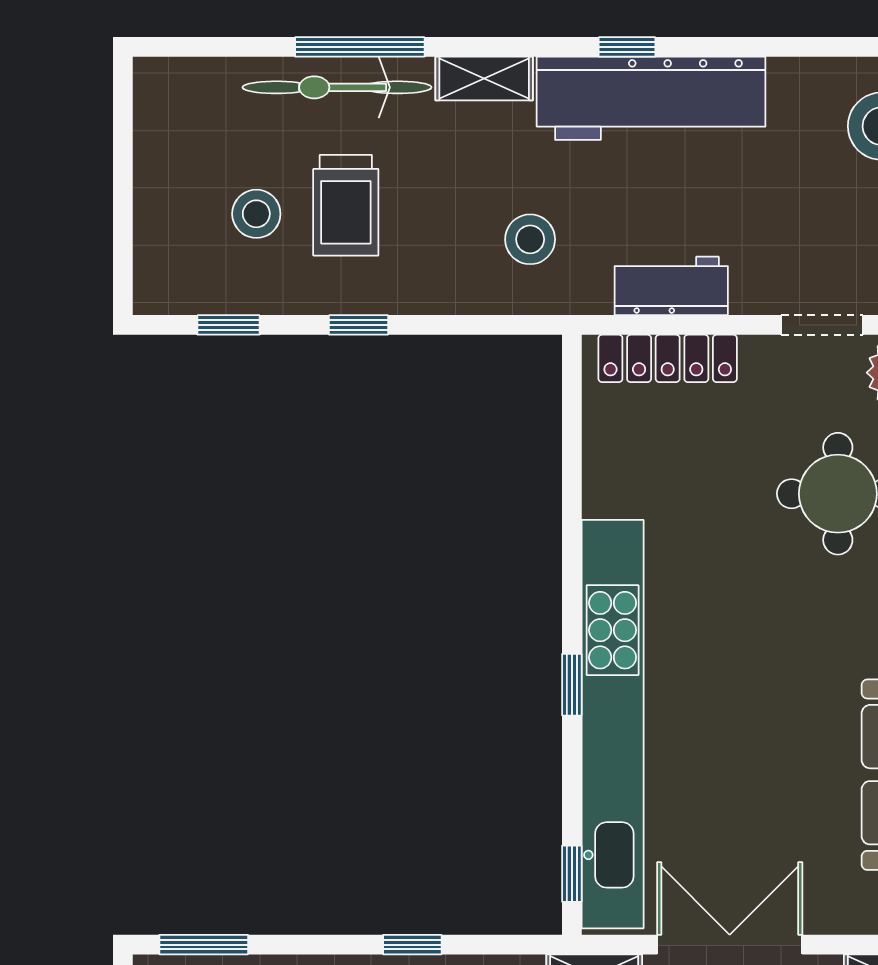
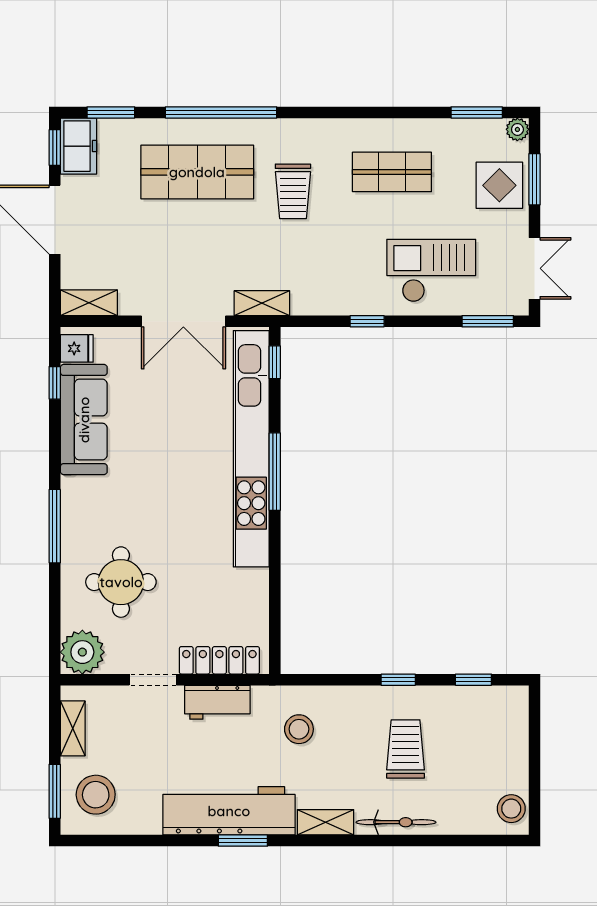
window: (360, 47) -> (397, 841), removed
window: (627, 47) -> (243, 841), width x1.50
bicycle: (337, 87) -> (396, 822), width x0.73, depth x0.71
stool: (256, 214) -> (511, 809), moved
doorway: (822, 325) -> (153, 680), moved
window: (572, 685) -> (275, 472), width x2.17

